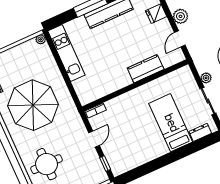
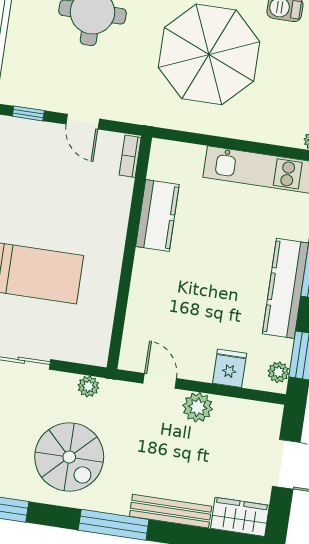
kitchen counter: (146, 69) -> (157, 215), moved
plant: (206, 78) -> (88, 386), moved

